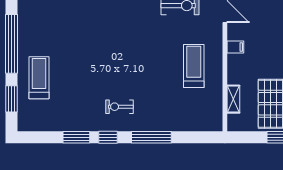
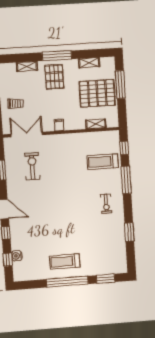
treadmill: (194, 66) -> (103, 162), moved
treadmill: (39, 78) -> (65, 261), moved
window: (108, 137) -> (124, 148), moved

